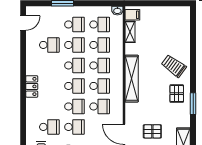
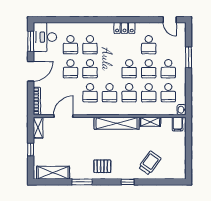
shelving: (130, 32) -> (150, 122), moved
trolley: (174, 66) -> (150, 163), moved
window: (193, 67) -> (128, 182), added
locker: (32, 86) -> (124, 28), moved
school desk: (74, 86) -> (90, 45), moved
window: (193, 104) -> (82, 182), moved
pallet: (152, 131) -> (66, 143), removed

